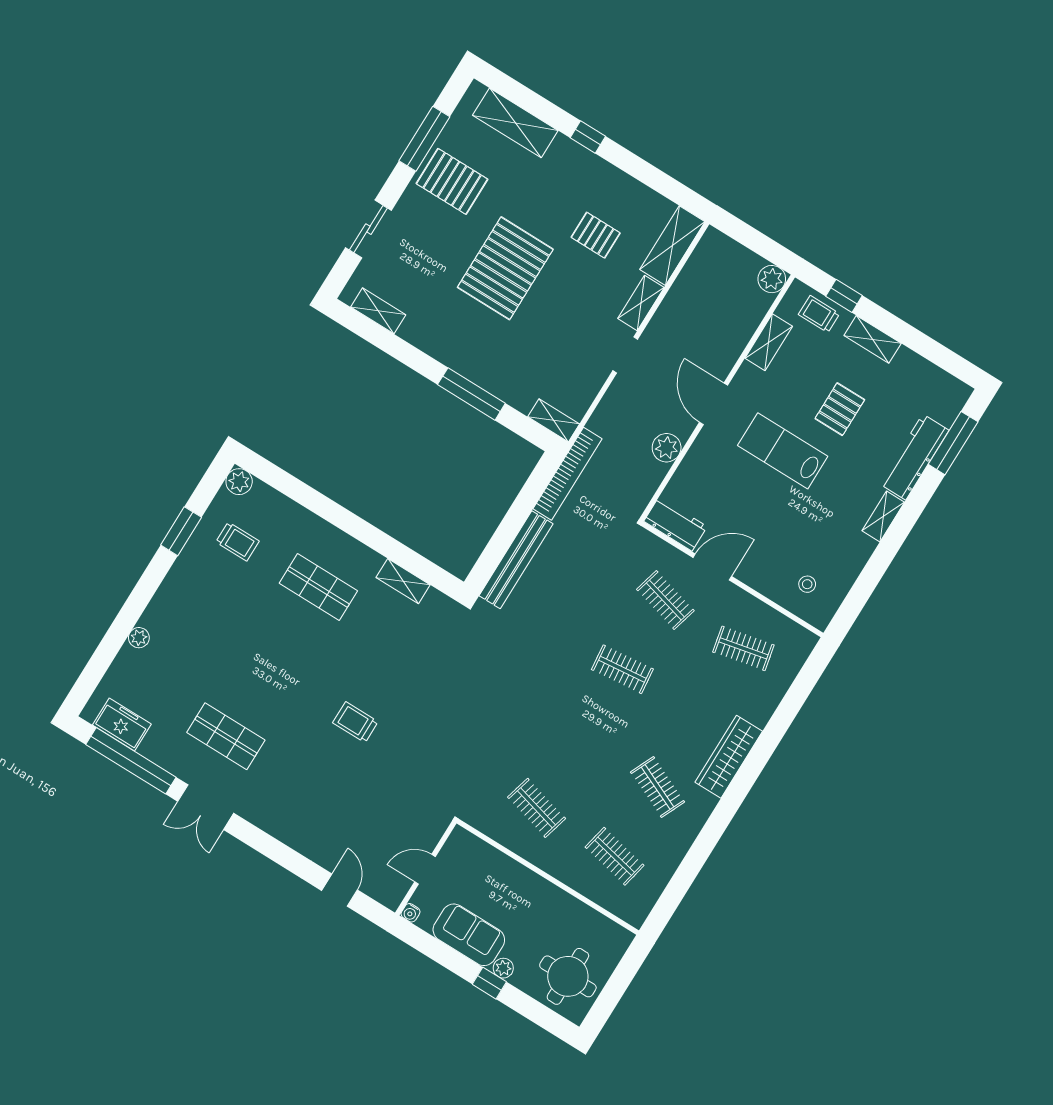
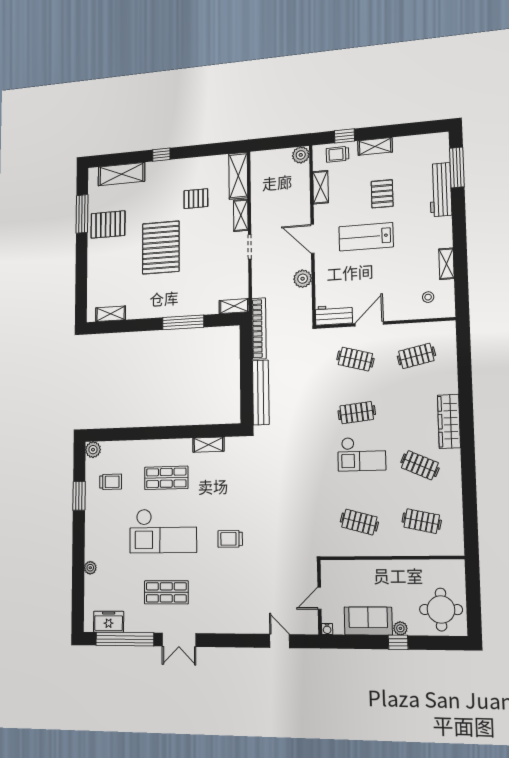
sliding door: (368, 229) -> (81, 277), removed
shelving: (883, 516) -> (446, 264), moved
checkout: (271, 654) -> (163, 531), added
checkout: (595, 725) -> (362, 454), added

